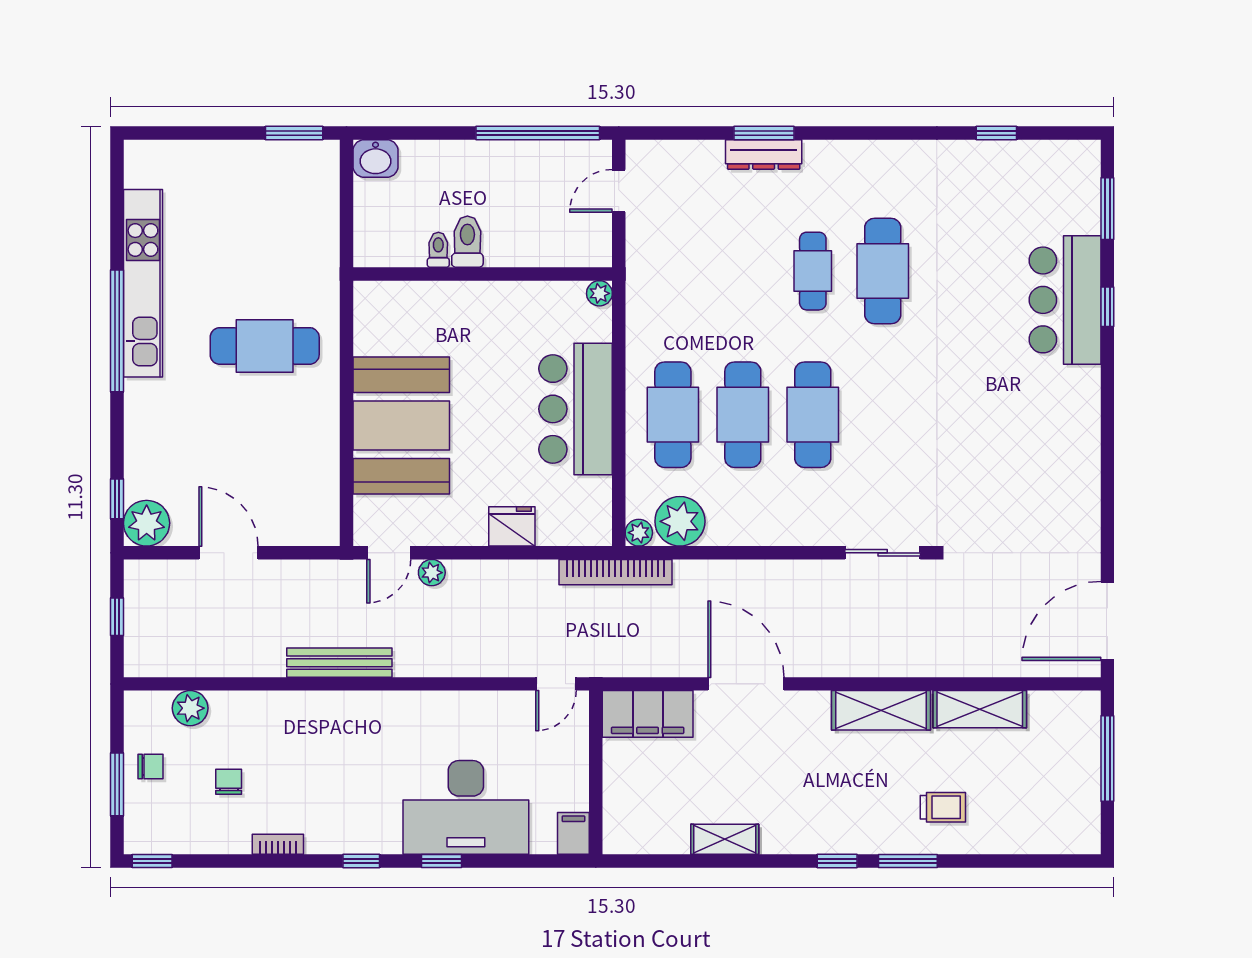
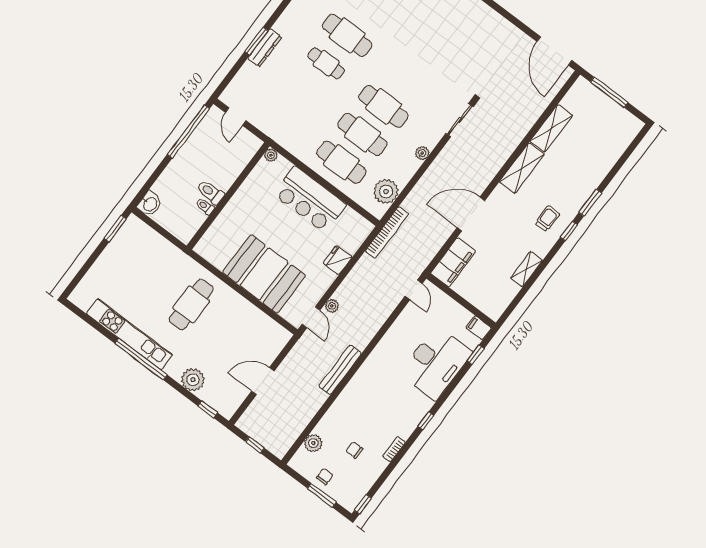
plant: (147, 523) -> (193, 380), moved
plant: (639, 533) -> (422, 153), moved
trolley: (943, 807) -> (547, 218), moved
window: (442, 861) -> (476, 355), moved

